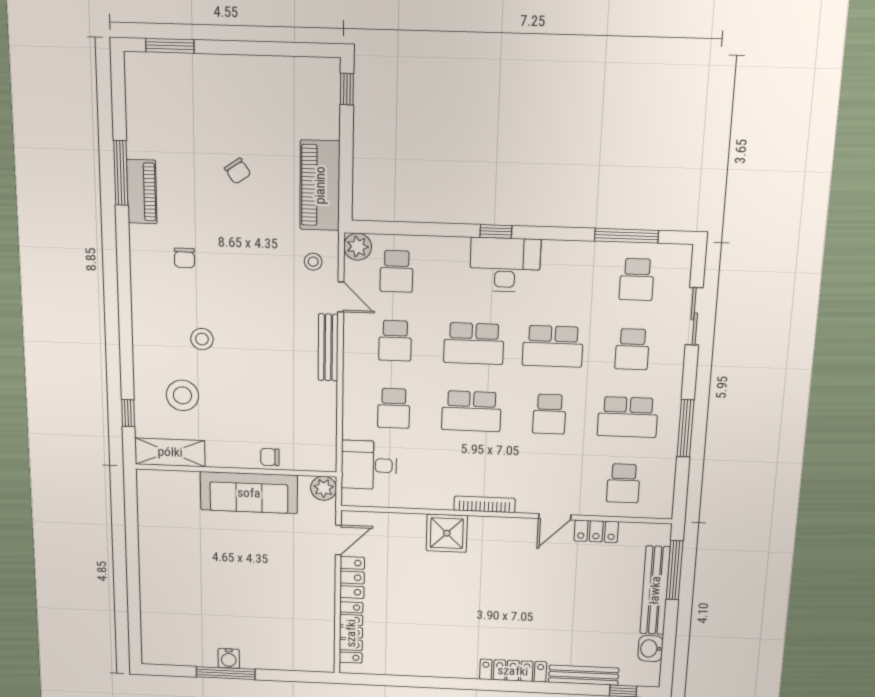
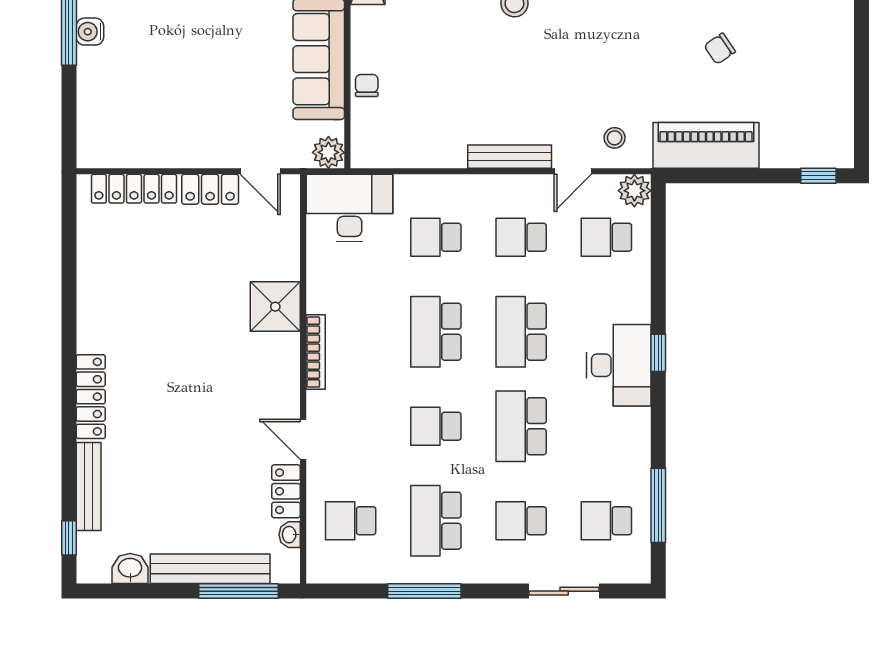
desk: (369, 465) -> (350, 208), width x1.37
washbasin: (632, 530) -> (290, 535), added

